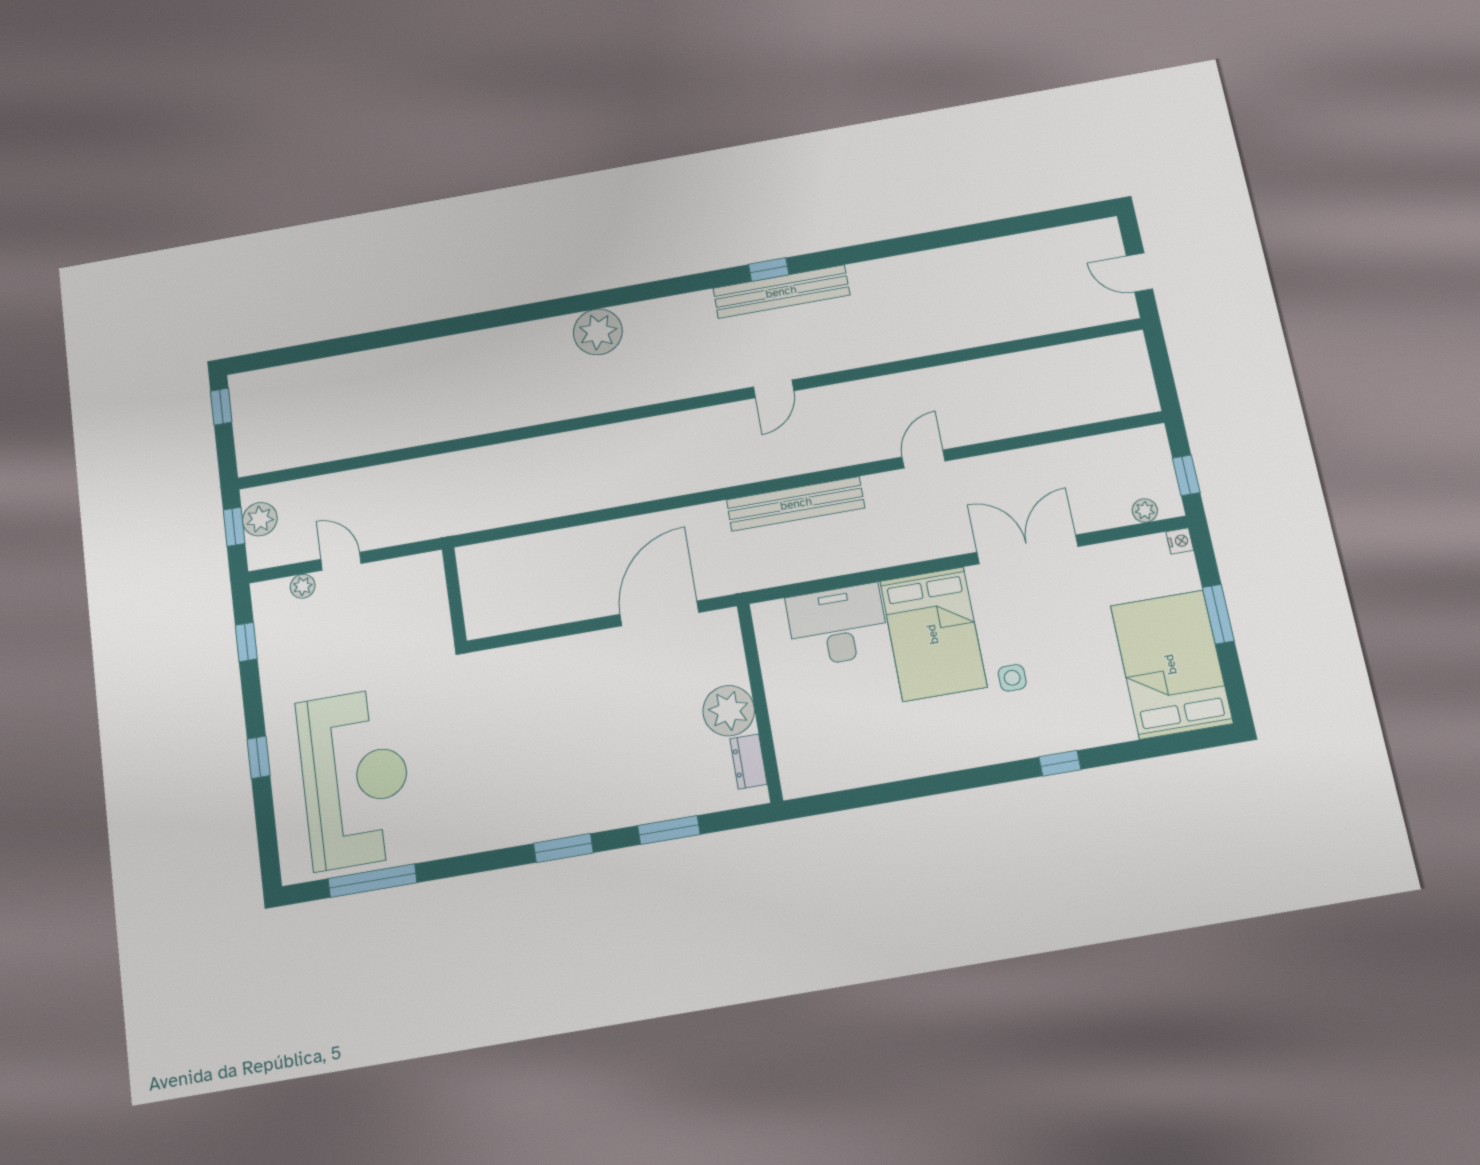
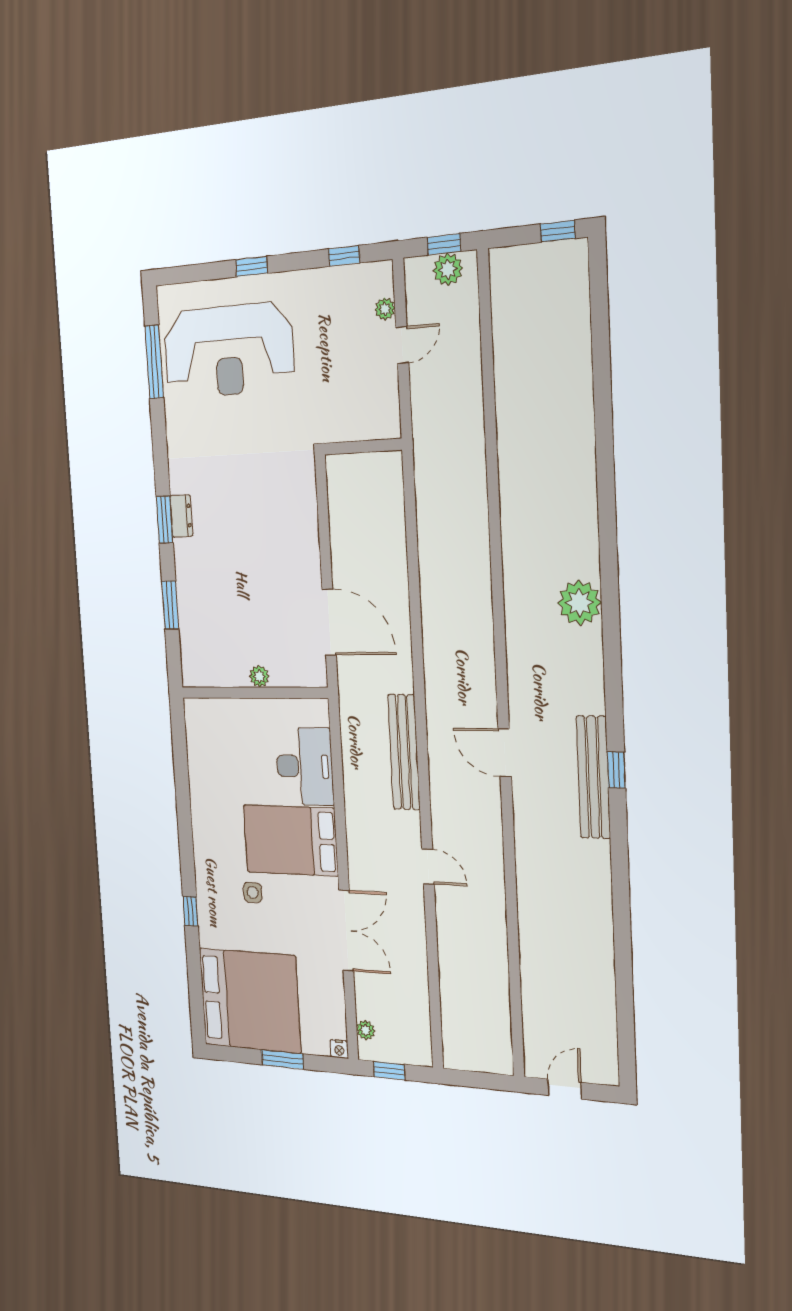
door: (774, 389) -> (505, 753), width x1.38
bed: (1171, 664) -> (250, 1000), width x1.36
plant: (729, 711) -> (259, 676), width x0.53, depth x0.53
dresser: (749, 761) -> (181, 516), moved, turned 90

